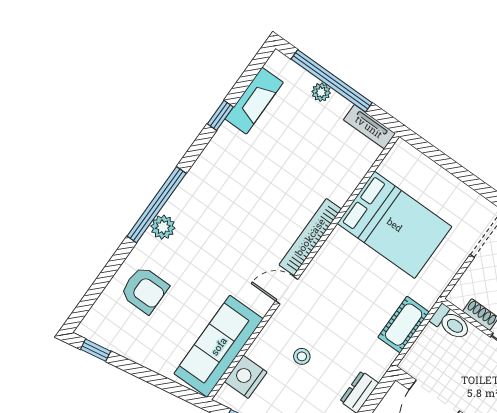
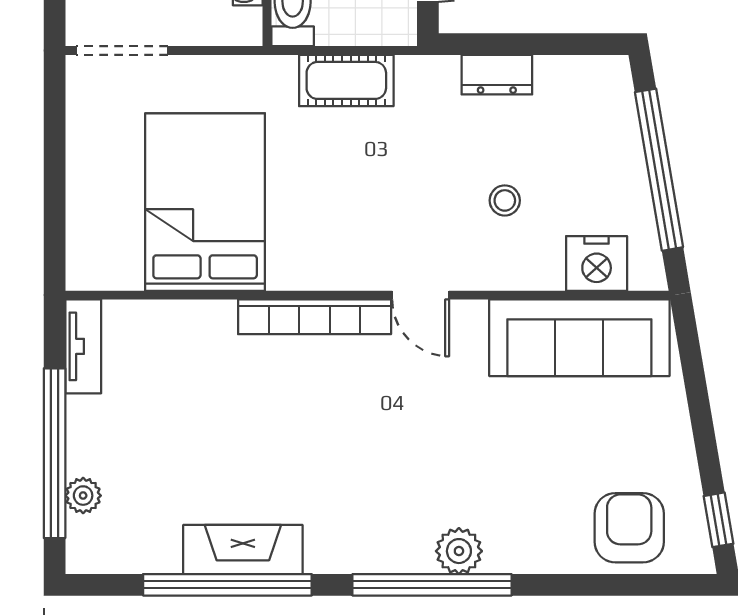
plant: (321, 92) -> (83, 496), moved
fireplace: (254, 101) -> (243, 550), moved
window: (220, 115) -> (227, 585), width x3.17
armchair: (144, 290) -> (629, 528), moved

